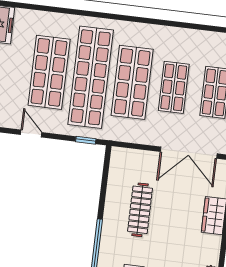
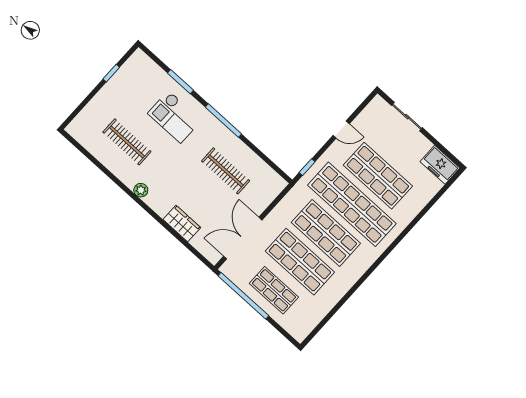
shop shelf: (174, 87) -> (300, 262), width x1.43, depth x1.36

